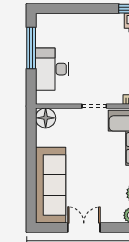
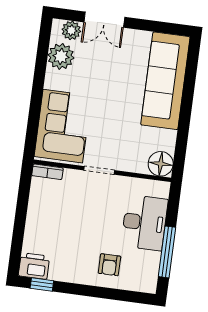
armchair: (76, 32) -> (109, 265), added
double door: (84, 228) -> (104, 20), moved

